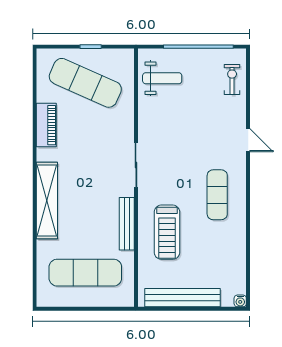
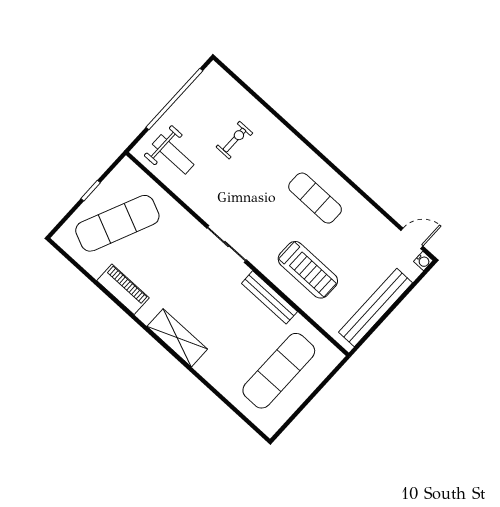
weight bench: (162, 78) -> (173, 154), turned 90
exercise bike: (232, 80) -> (234, 140), moved, turned 90
door: (248, 140) -> (412, 238), moved
shelving: (47, 200) -> (177, 338), width x0.68

